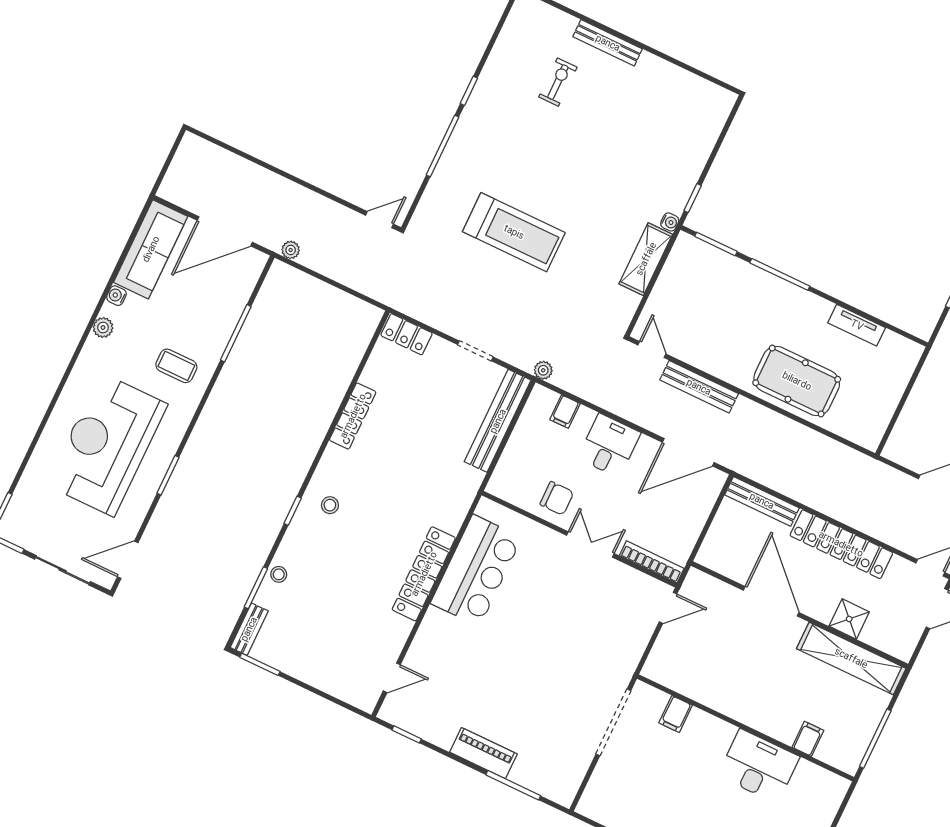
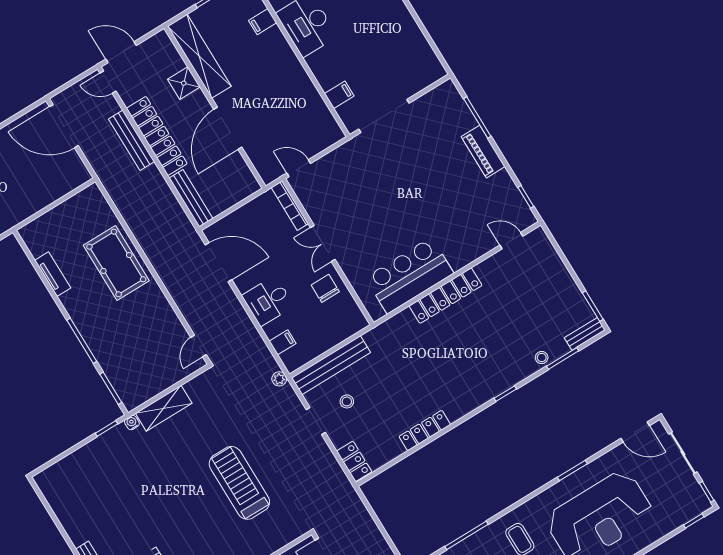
bench: (699, 387) -> (132, 140), moved
stool: (330, 505) -> (347, 401), moved

